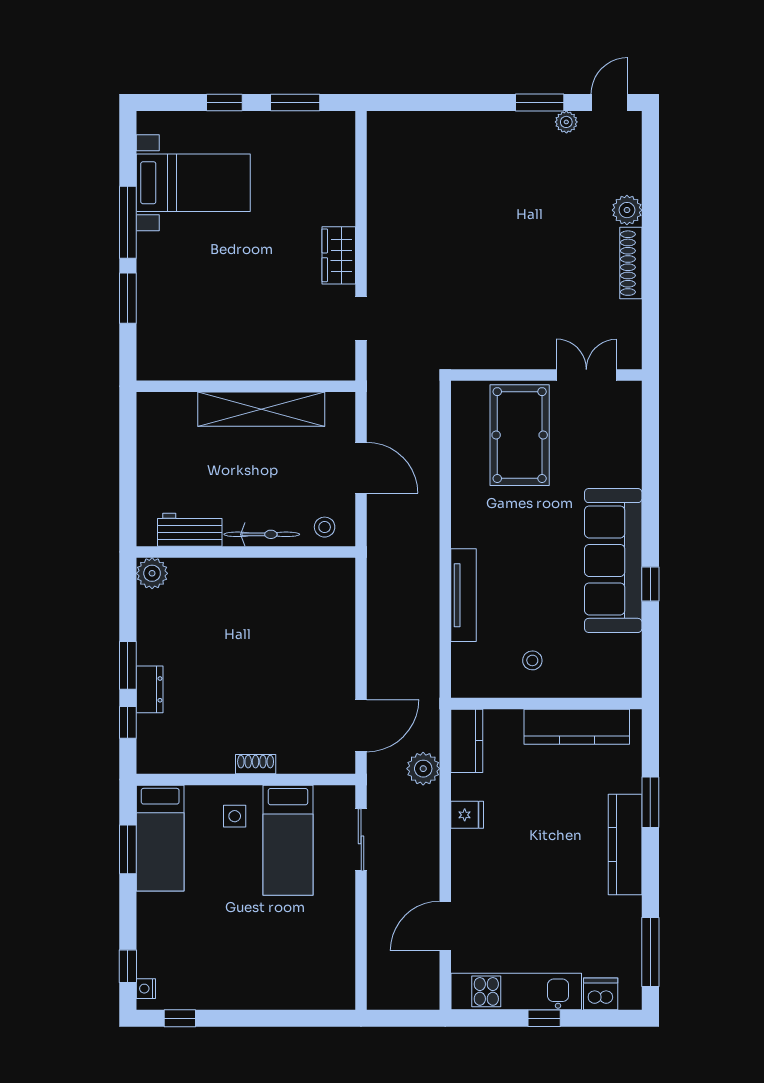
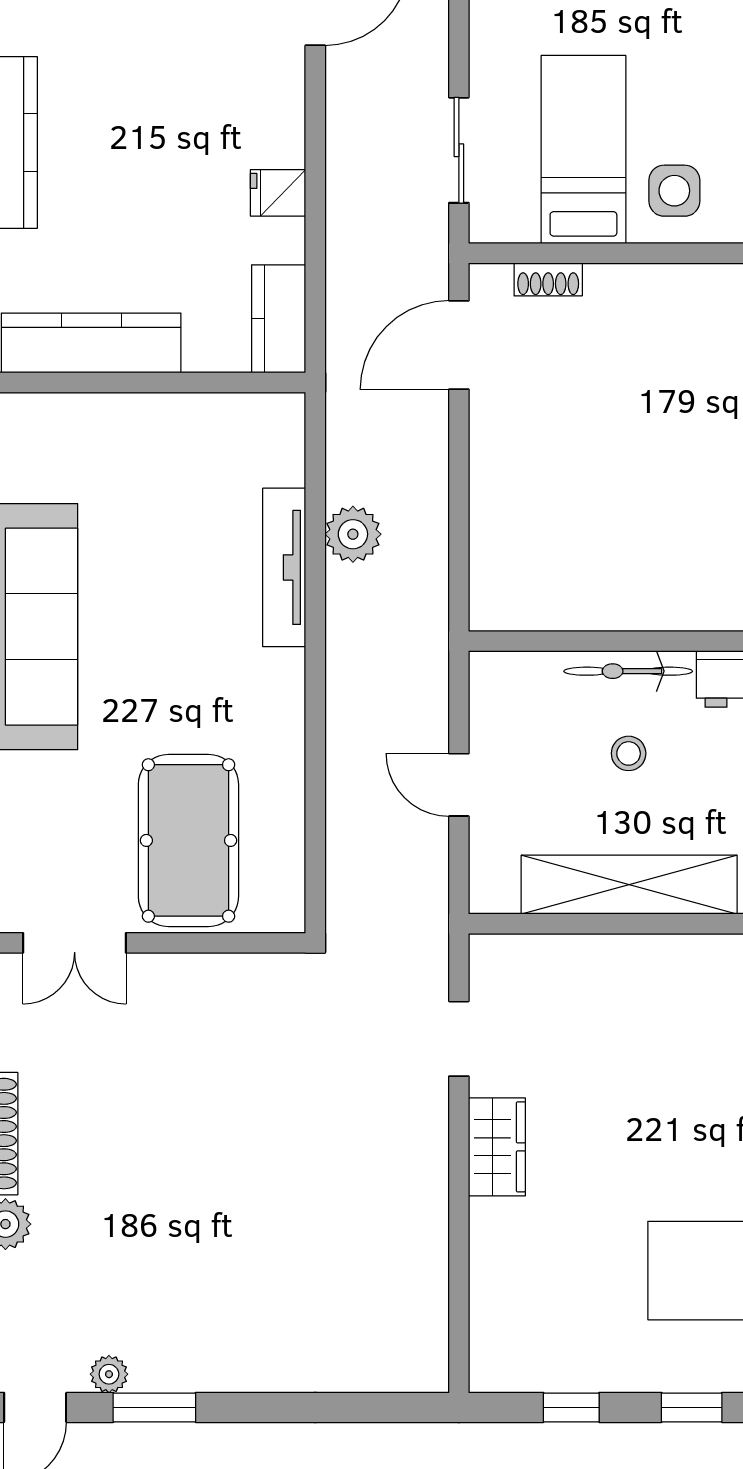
window: (295, 102) -> (571, 1407), width x0.67
door: (361, 468) -> (459, 785), width x0.73
stool: (325, 527) -> (629, 753), moved
stool: (532, 660) -> (167, 456), removed
shoe rack: (256, 764) -> (548, 279), moved
plant: (423, 769) -> (353, 534), moved
side table: (235, 816) -> (674, 191), width x1.37, depth x1.37

